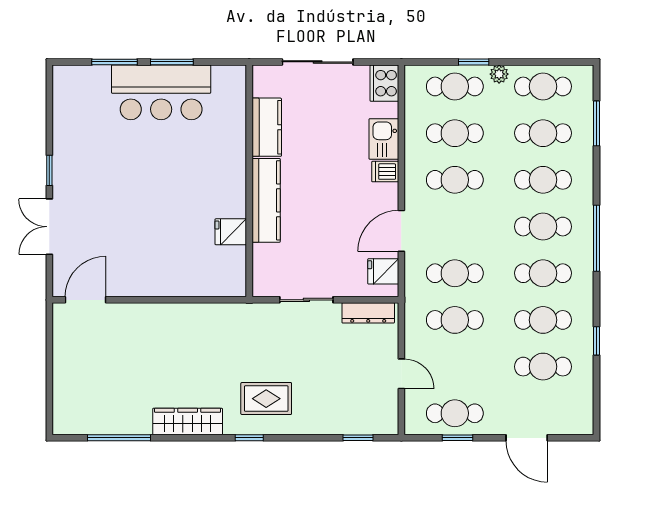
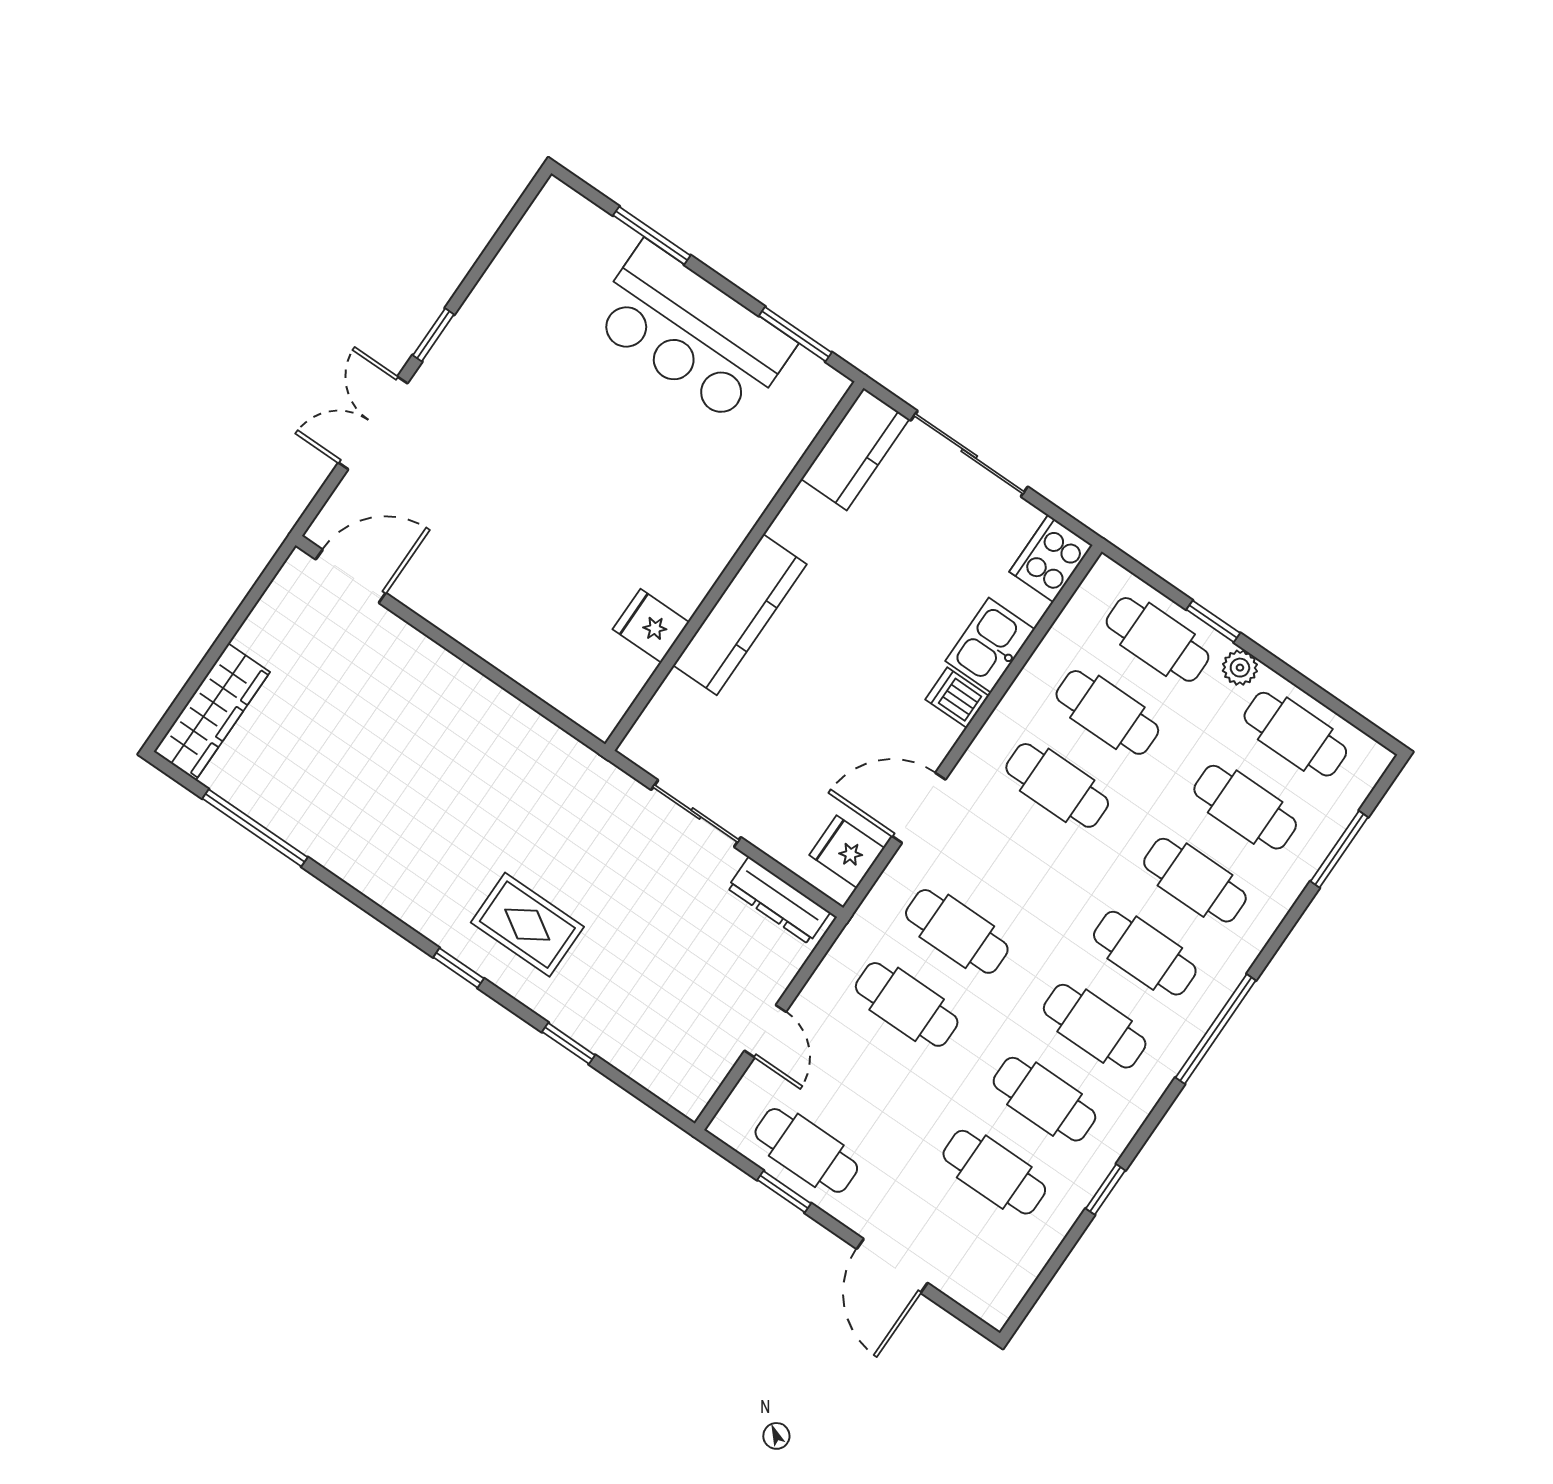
window: (172, 62) -> (795, 334), moved
kitchen counter: (267, 127) -> (855, 449), moved
wardrobe: (188, 422) -> (212, 712), moved, turned 90
window: (358, 438) -> (569, 1043), moved

